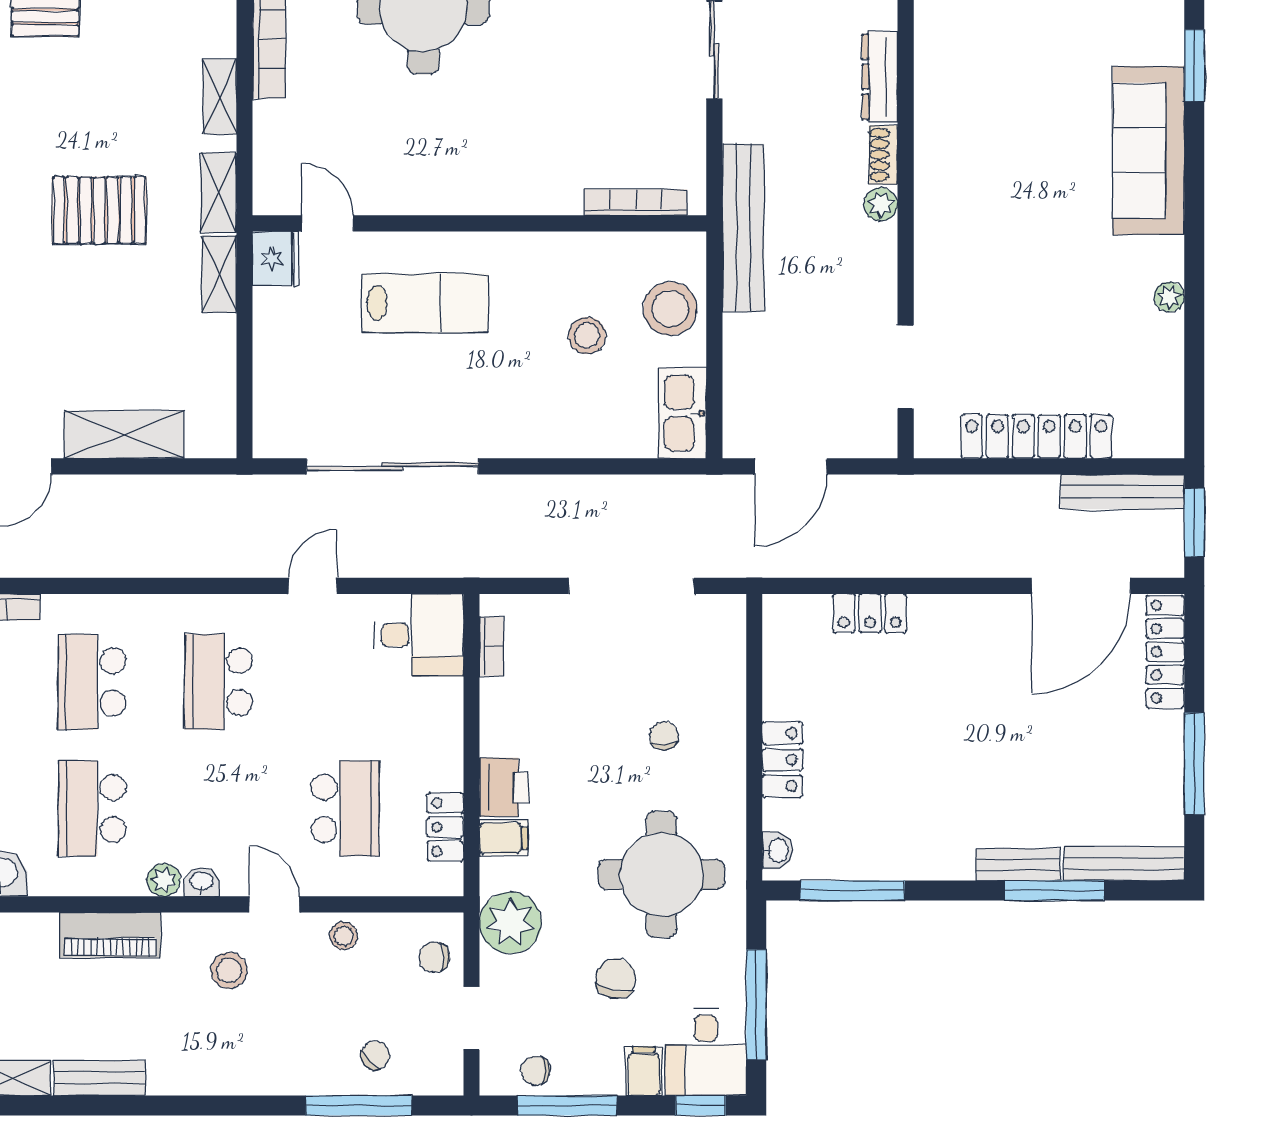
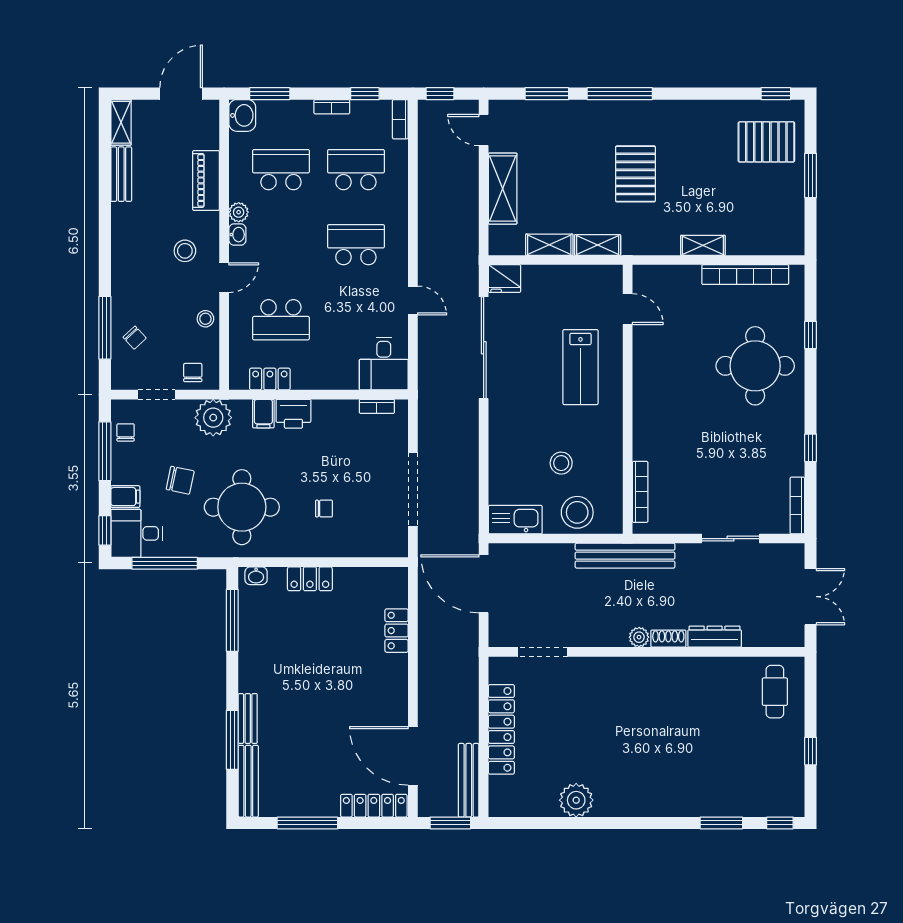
sofa: (1148, 150) -> (671, 796), removed
shelving: (219, 192) -> (549, 245), moved
door: (327, 223) -> (628, 309), hinge flipped
fridge: (276, 259) -> (504, 279), moved
plant: (1169, 297) -> (576, 800), width x1.88, depth x1.88
door: (791, 466) -> (484, 584), width x1.36

